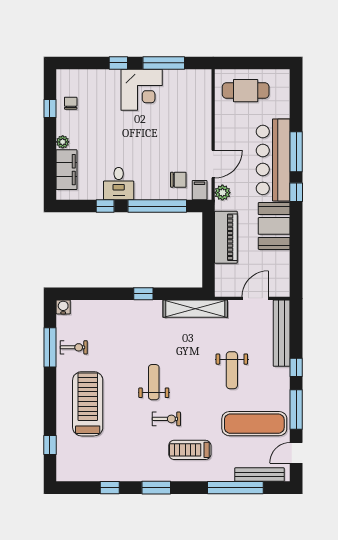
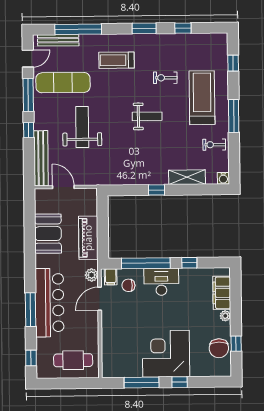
corner desk: (142, 90) -> (166, 354), width x1.36, depth x1.36
chair: (71, 103) -> (219, 348), width x1.87, depth x1.87
desk: (119, 184) -> (161, 282), moved, width x1.37
window: (296, 192) -> (31, 358), moved
booth: (274, 226) -> (48, 234), moved
door: (255, 298) -> (63, 187), swing flipped
shelving: (195, 309) -> (187, 177), moved, width x0.68
window: (50, 347) -> (234, 116), moved
weight bench: (232, 370) -> (82, 127), width x1.36, depth x1.33
weight bench: (154, 382) -> (147, 116), turned -90
treadmill: (88, 404) -> (202, 98), turned 180
exercise bike: (166, 419) -> (165, 78), moved
treadmill: (190, 450) -> (117, 60), turned 180

